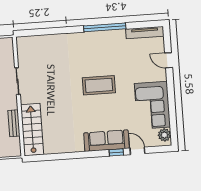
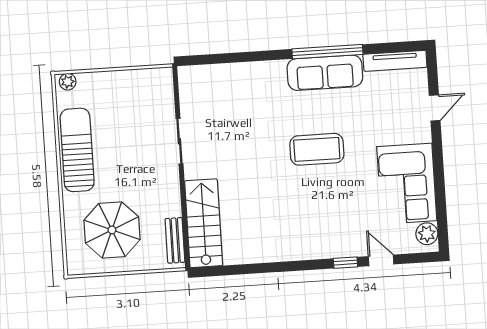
door: (169, 60) -> (435, 108), swing flipped
bench: (14, 123) -> (175, 240), moved
sofa: (106, 141) -> (325, 73), moved, turned 180

